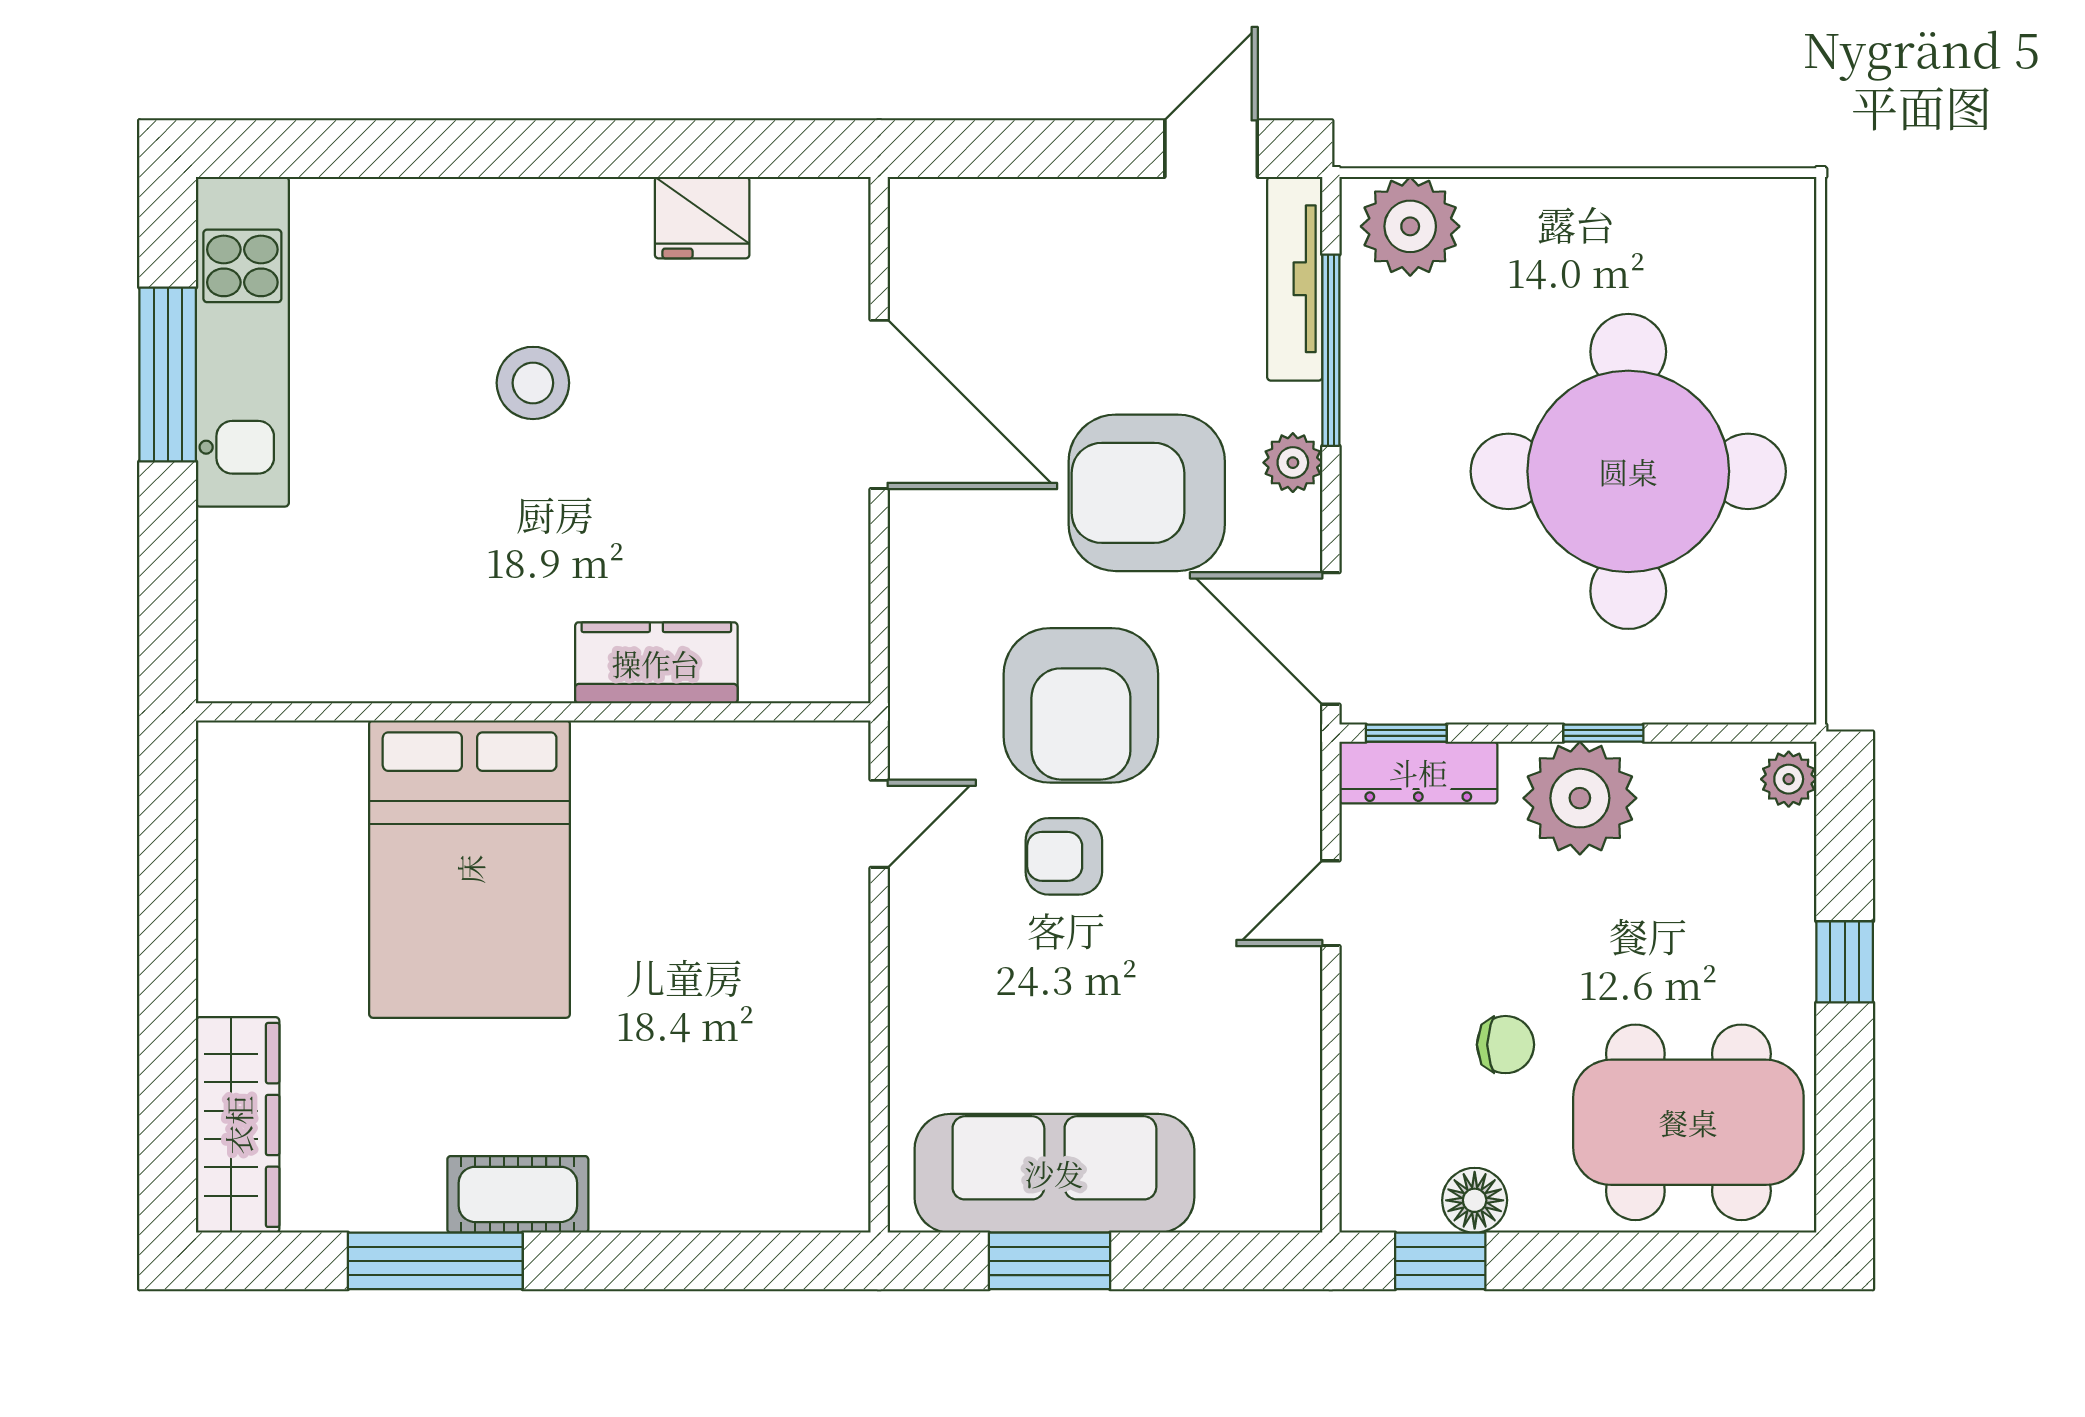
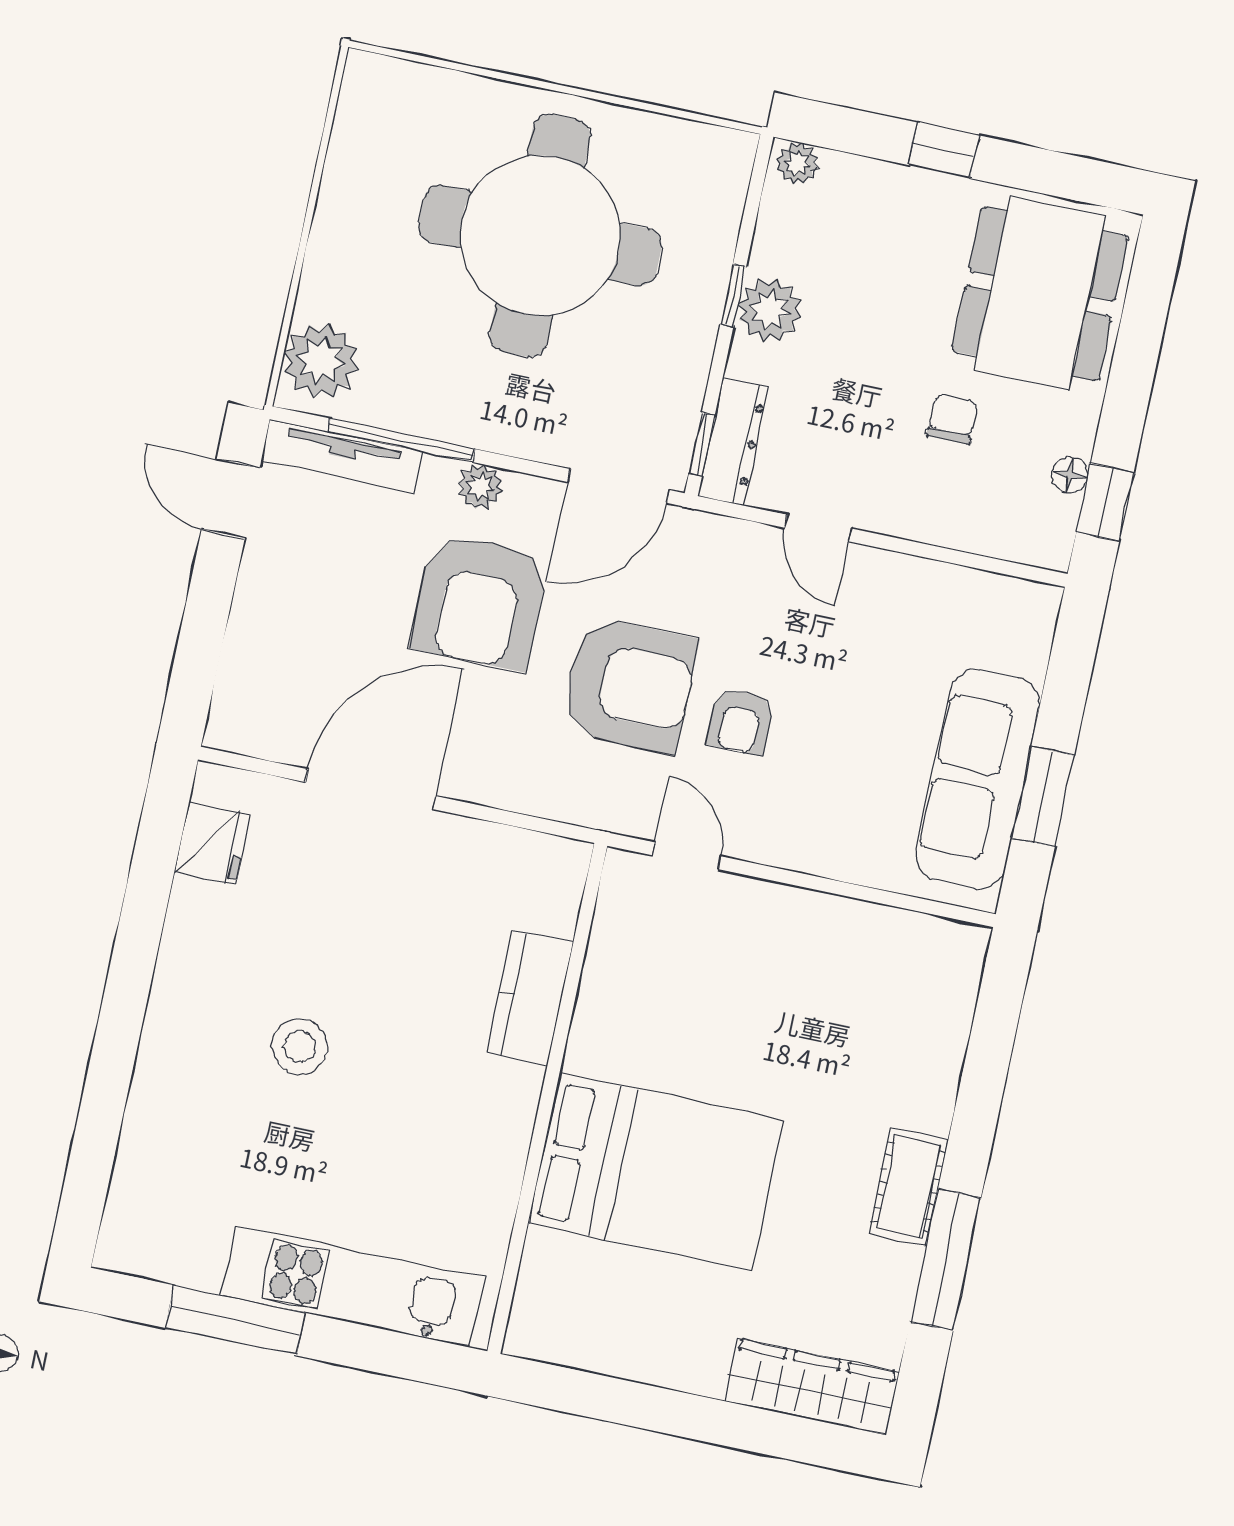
fridge: (702, 218) -> (212, 844), moved
kitchen unit: (242, 342) -> (353, 1286), moved
plant: (1580, 798) -> (769, 310), width x0.73, depth x0.73
floor lamp: (1475, 1200) -> (1070, 475), width x0.73, depth x0.73

